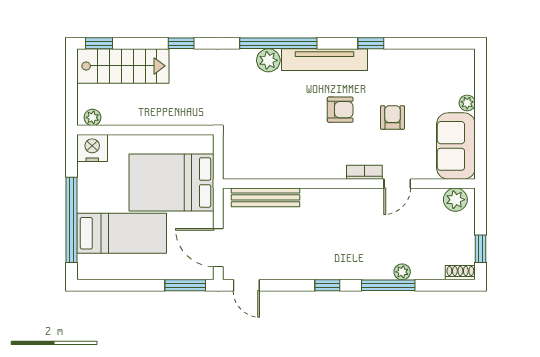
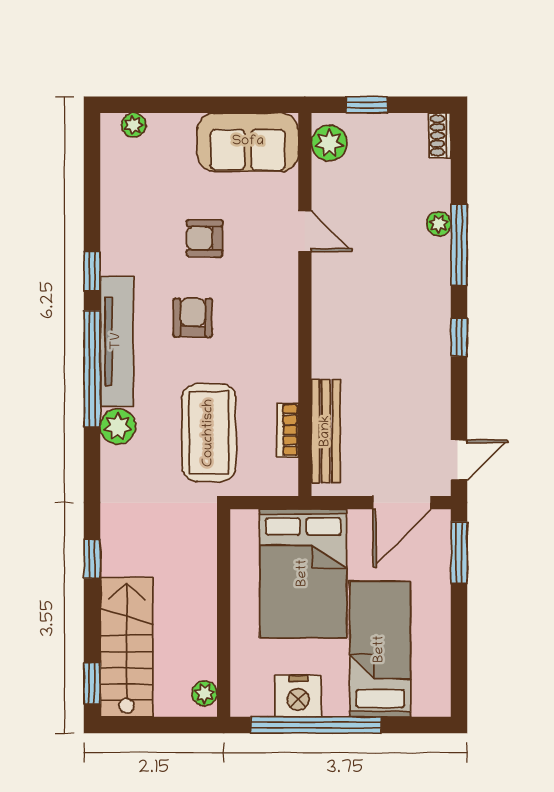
window: (278, 43) -> (92, 369), moved
plant: (467, 103) -> (134, 125), moved
coffee table: (264, 120) -> (209, 433), added
nightstand: (92, 148) -> (298, 696), moved, turned -90
bookcase: (364, 172) -> (288, 430), moved
window: (72, 220) -> (316, 725), moved
window: (481, 249) -> (367, 105), moved

